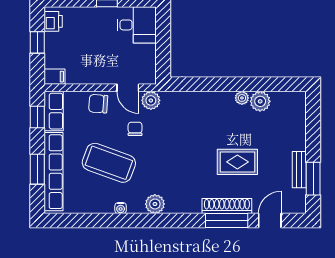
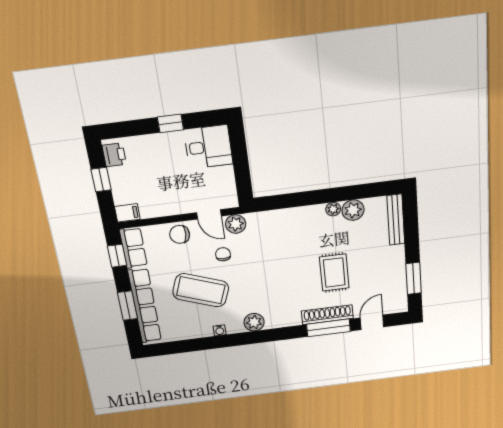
rug: (237, 162) -> (334, 273), turned 90
bench: (299, 170) -> (396, 220), moved, width x1.36

